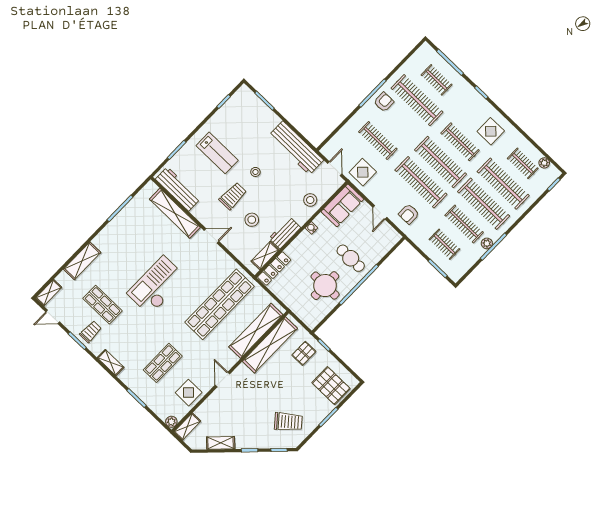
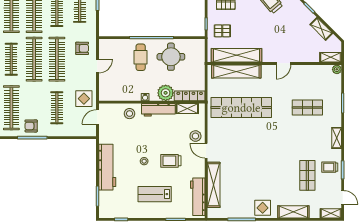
workbench: (296, 148) -> (107, 167), moved
lab bench: (217, 153) -> (155, 194), turned -90
sofa: (342, 205) -> (115, 92), removed
stool: (252, 220) -> (195, 136), moved
workbench: (285, 233) -> (158, 110), width x1.38
plant: (298, 250) -> (166, 93), added
checkout: (157, 285) -> (266, 155), removed
display table: (189, 393) -> (263, 208), moved

